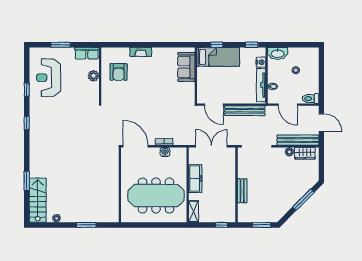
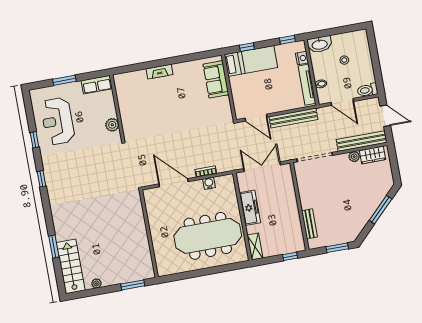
armchair: (119, 72) -> (138, 100), removed
plant: (93, 76) -> (112, 125), moved
wall: (120, 185) -> (149, 234), moved
bench: (242, 191) -> (309, 224), moved

